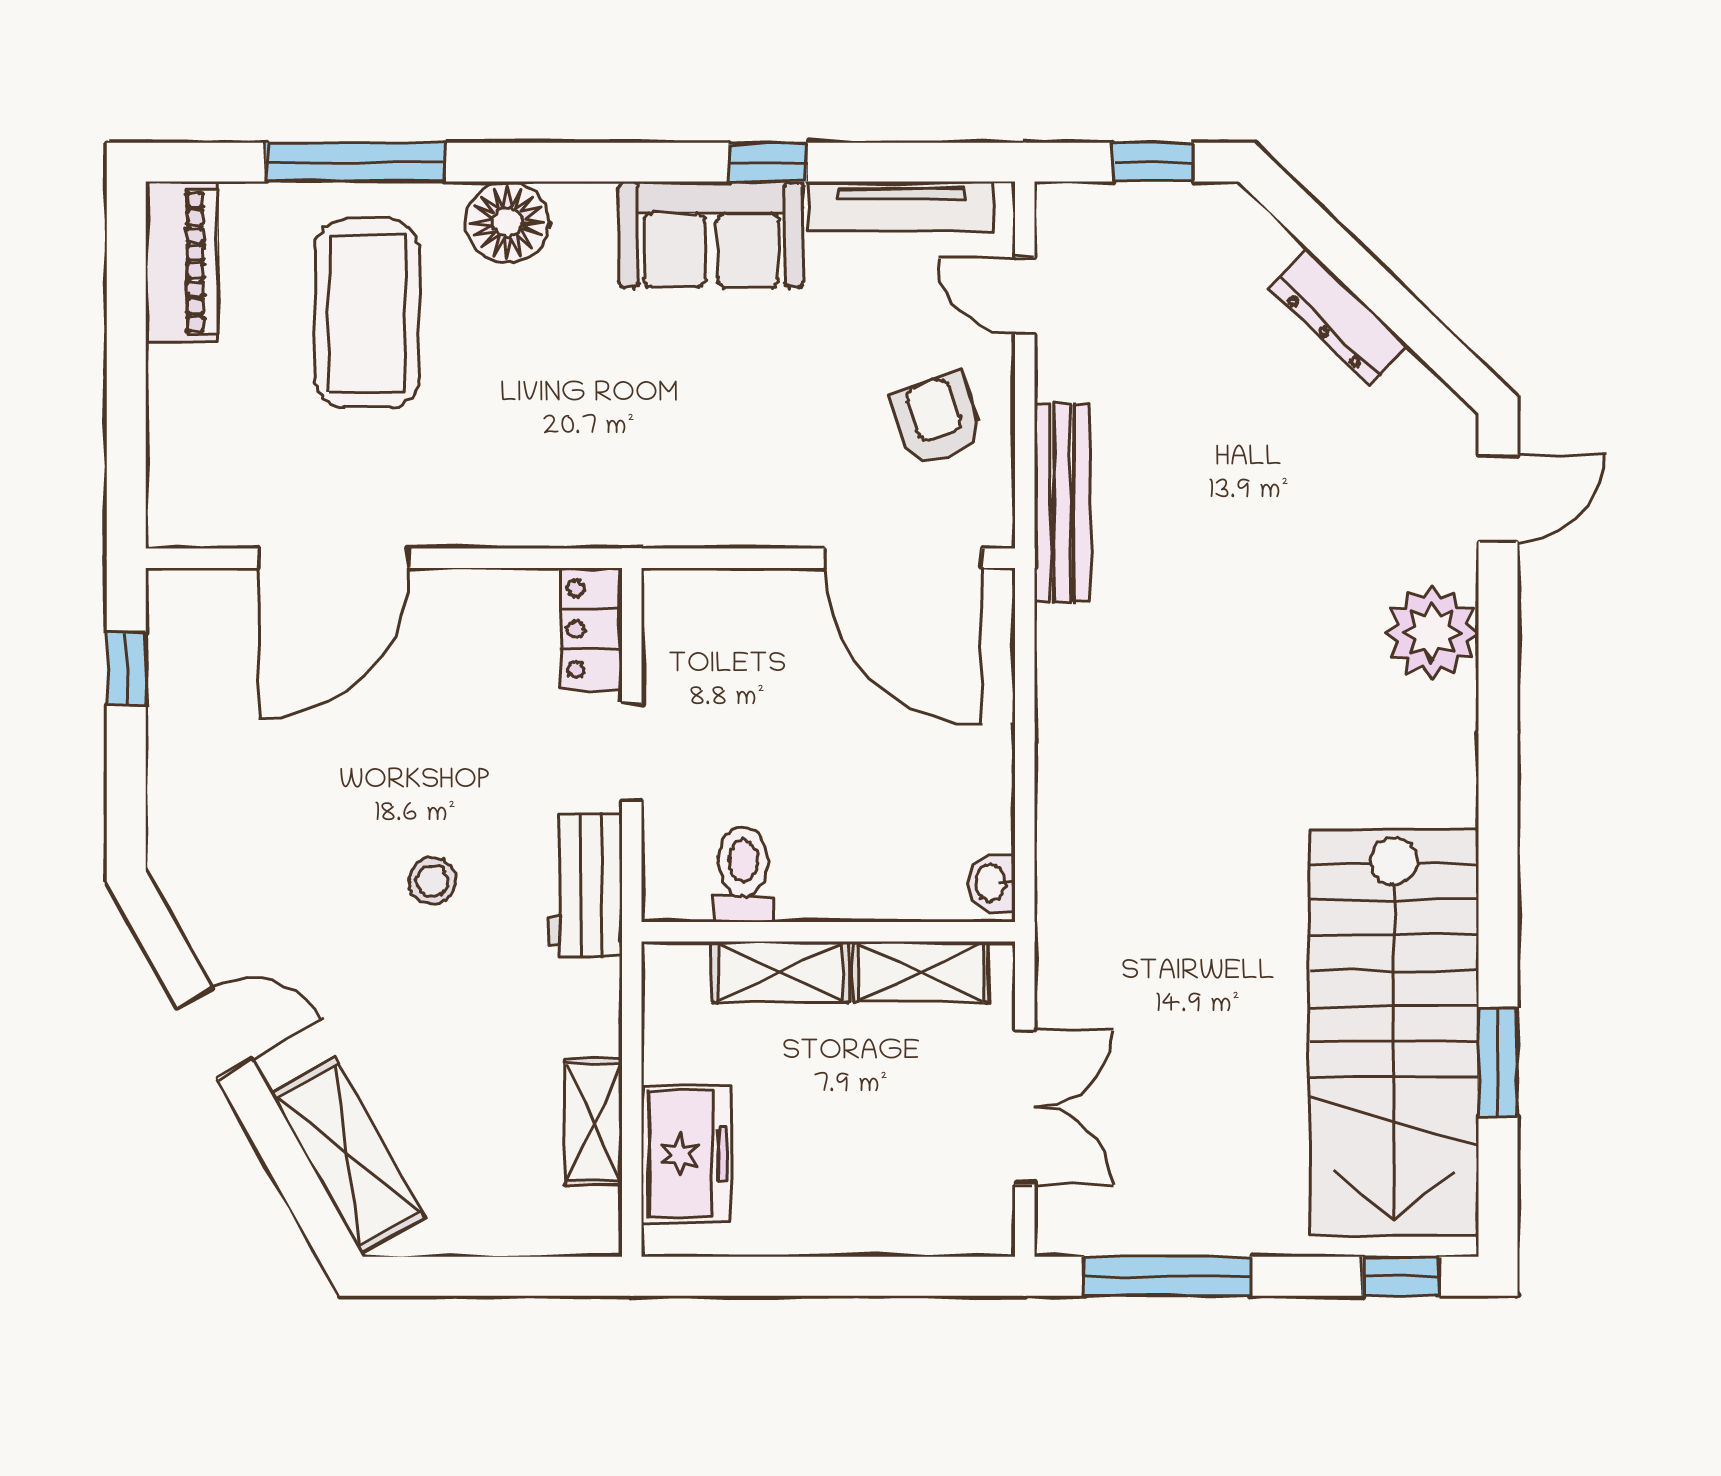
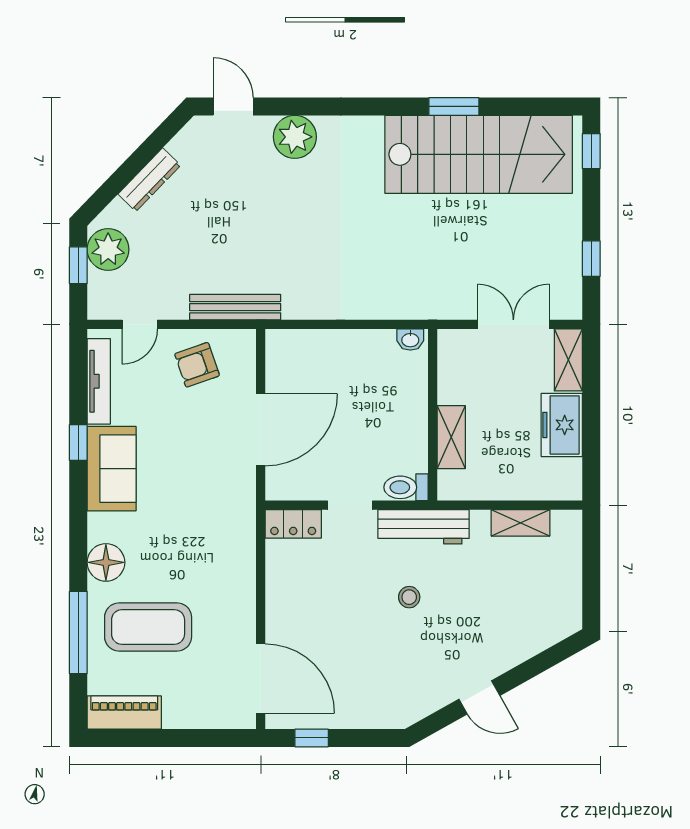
plant: (1187, 227) -> (108, 249), added
door: (334, 558) -> (261, 679), moved
door: (903, 558) -> (261, 430), moved
toilet: (743, 874) -> (406, 487), moved
workbench: (585, 885) -> (424, 527), width x1.38
shelving: (921, 972) -> (568, 360), moved
door: (214, 1033) -> (479, 697), swing flipped
window: (1498, 1062) -> (454, 106), moved
freezer: (686, 1154) -> (562, 425), moved, turned -90
shelving: (348, 1155) -> (535, 636), removed
window: (1167, 1276) -> (591, 259), width x0.46

